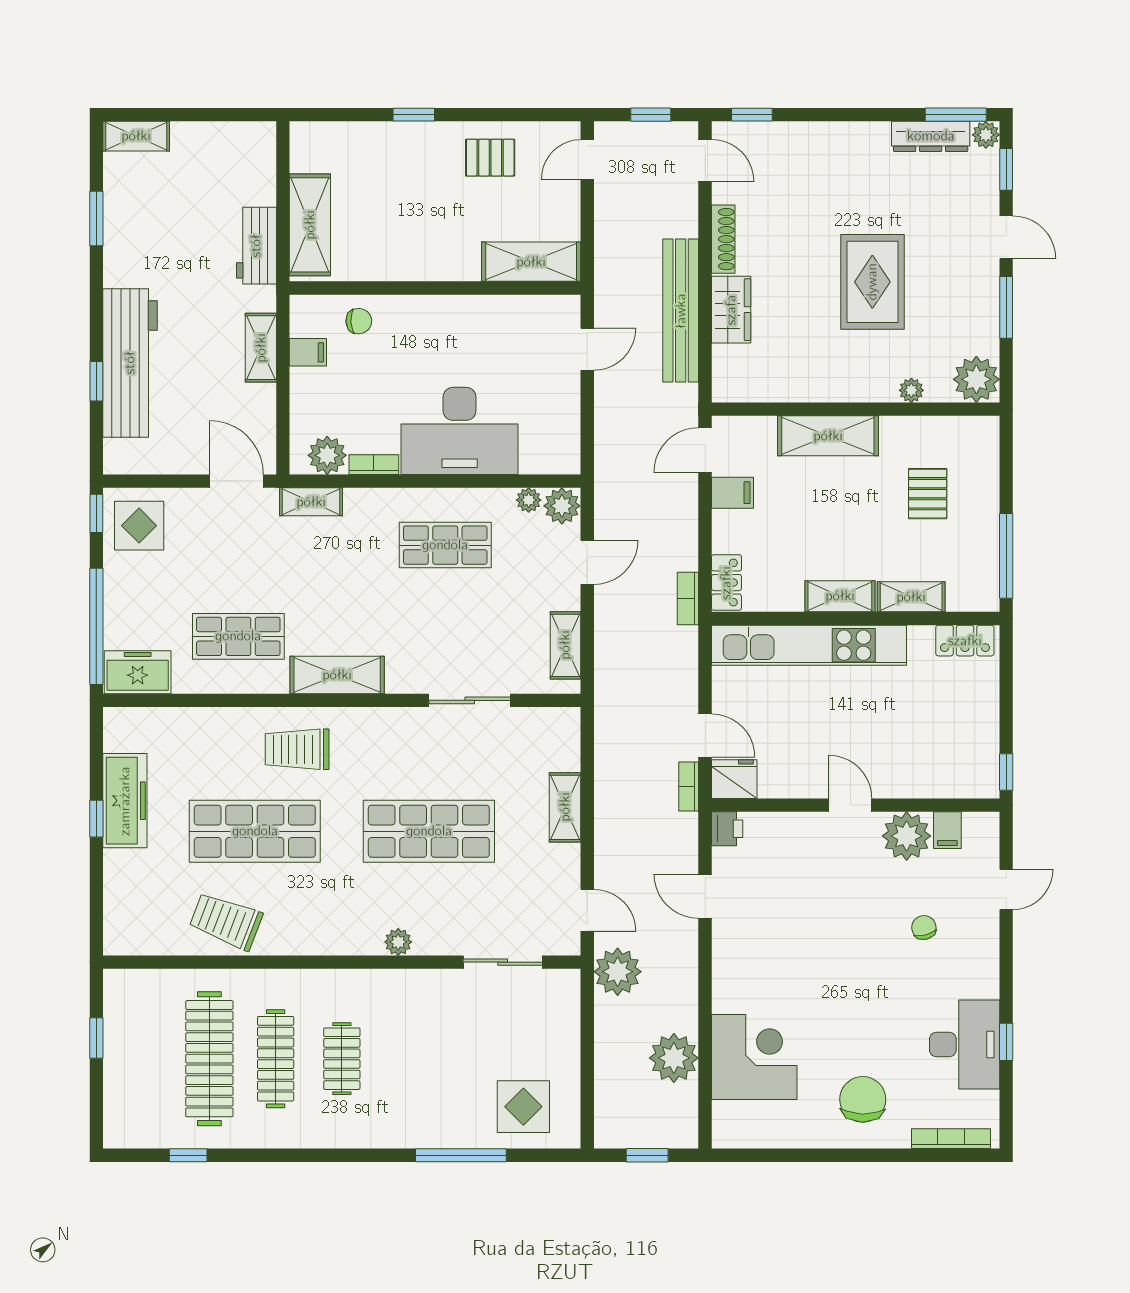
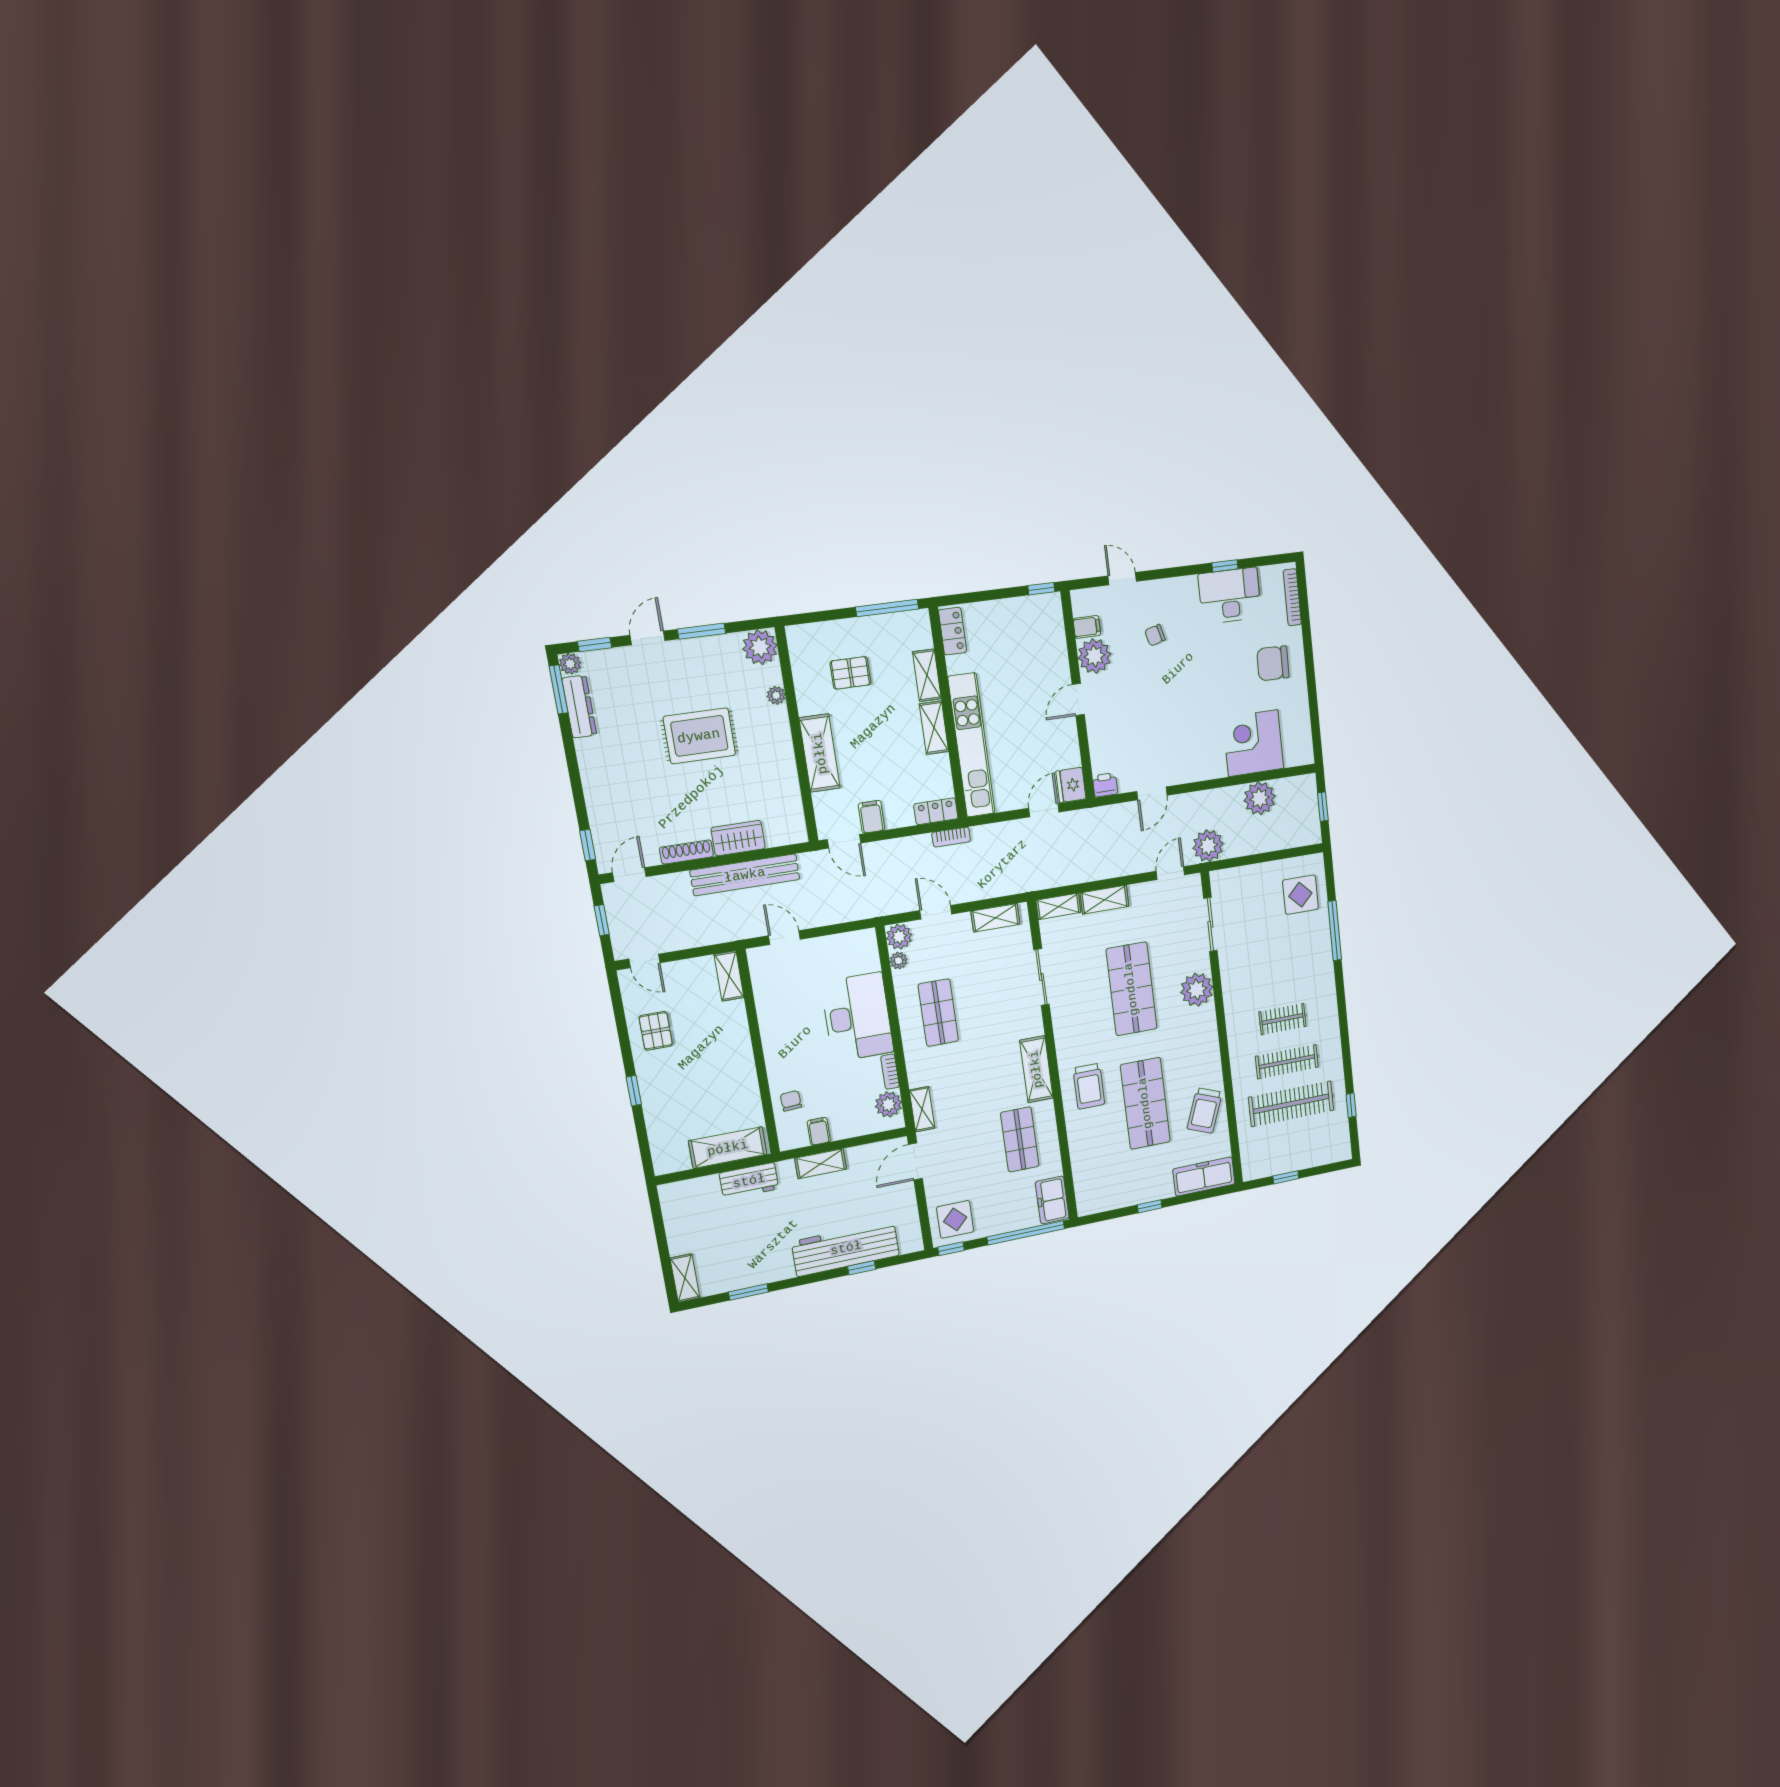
shelving: (531, 262) -> (729, 976), width x0.67, depth x0.75
shelving: (566, 738) -> (1058, 906), added
bookcase: (689, 787) -> (1080, 816), removed
freezer: (125, 801) -> (1204, 1176), moved
plant: (398, 942) -> (1197, 990), width x1.88, depth x1.88

